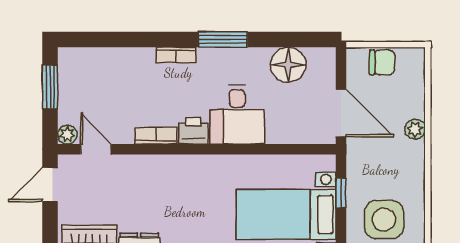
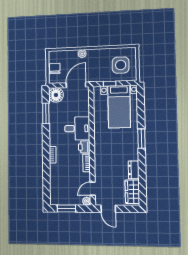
window: (223, 39) -> (46, 113), moved
floor lamp: (288, 65) -> (56, 95), moved

